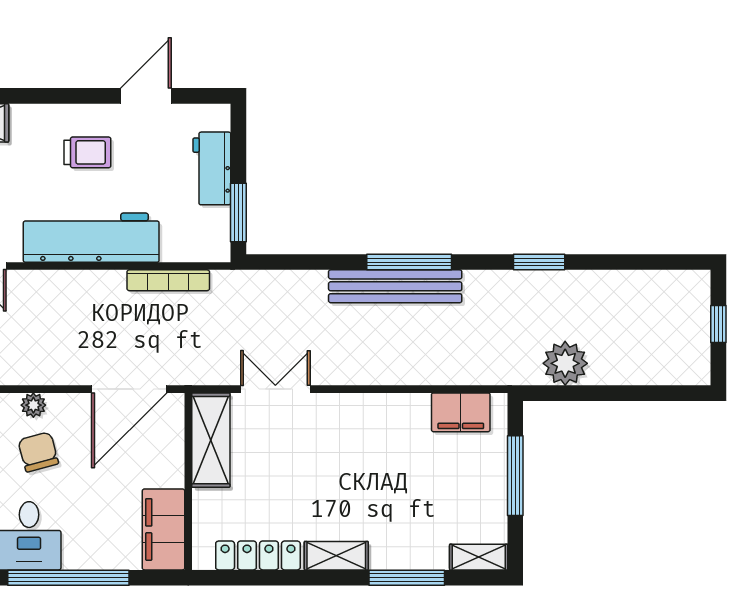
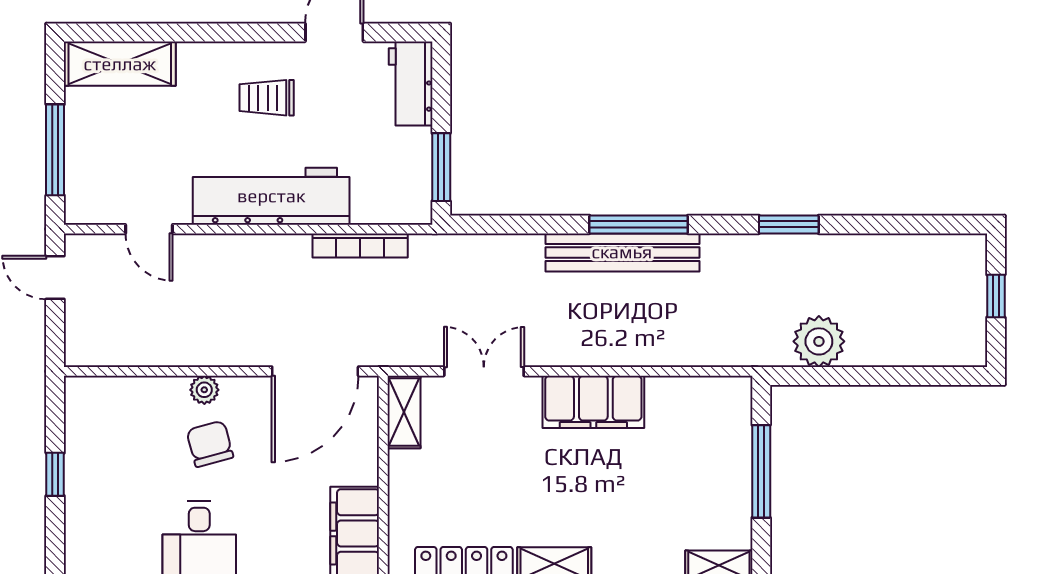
trolley: (87, 152) -> (267, 98), turned 180
workbench: (212, 168) -> (411, 83), moved
filing cabinet: (461, 412) -> (593, 402), moved, width x1.50, depth x1.17
shelving: (211, 440) -> (404, 412), width x0.67, depth x0.75

